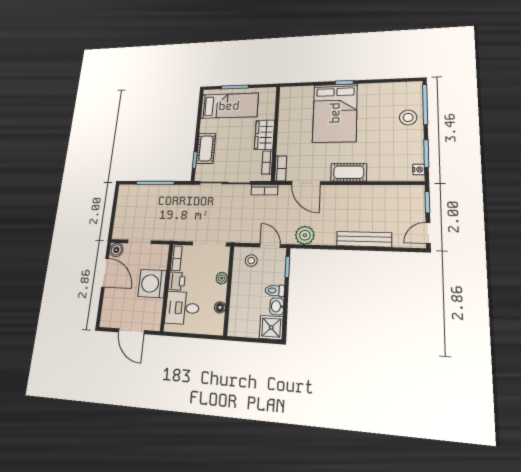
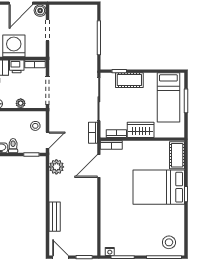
stool: (408, 117) -> (169, 242), moved
cot: (349, 172) -> (177, 155), moved
bench: (364, 239) -> (55, 217), width x0.73

